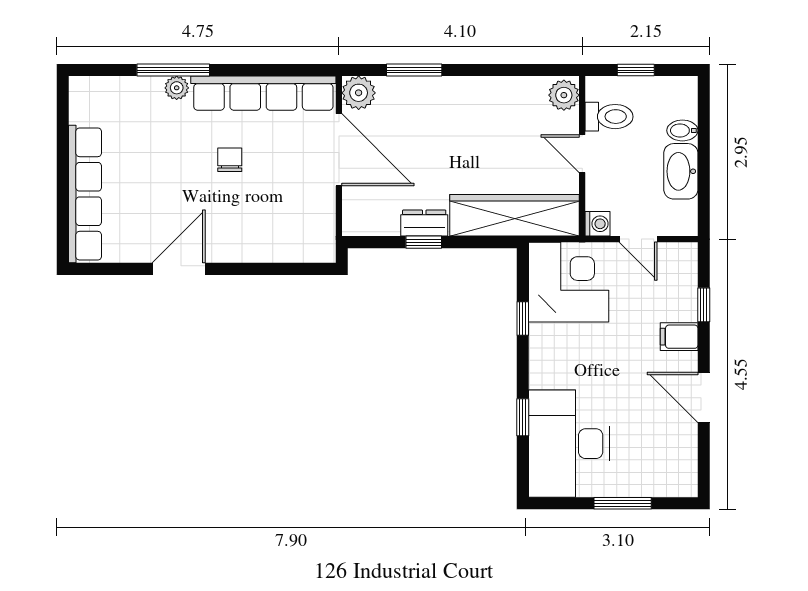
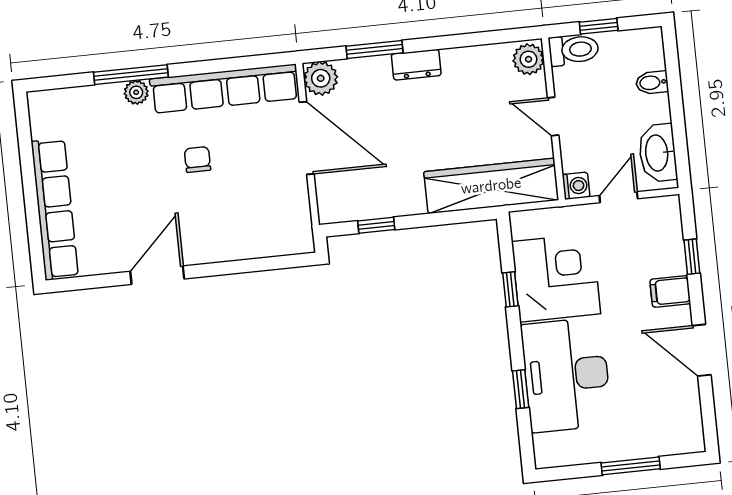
toilet: (609, 117) -> (574, 50), moved
washbasin: (681, 171) -> (658, 153), moved
dresser: (424, 223) -> (416, 65), moved, turned 180
door: (638, 239) -> (619, 197), swing flipped
window: (424, 242) -> (376, 225), moved
corner desk: (569, 282) -> (556, 278), moved
desk: (569, 444) -> (566, 375), moved

